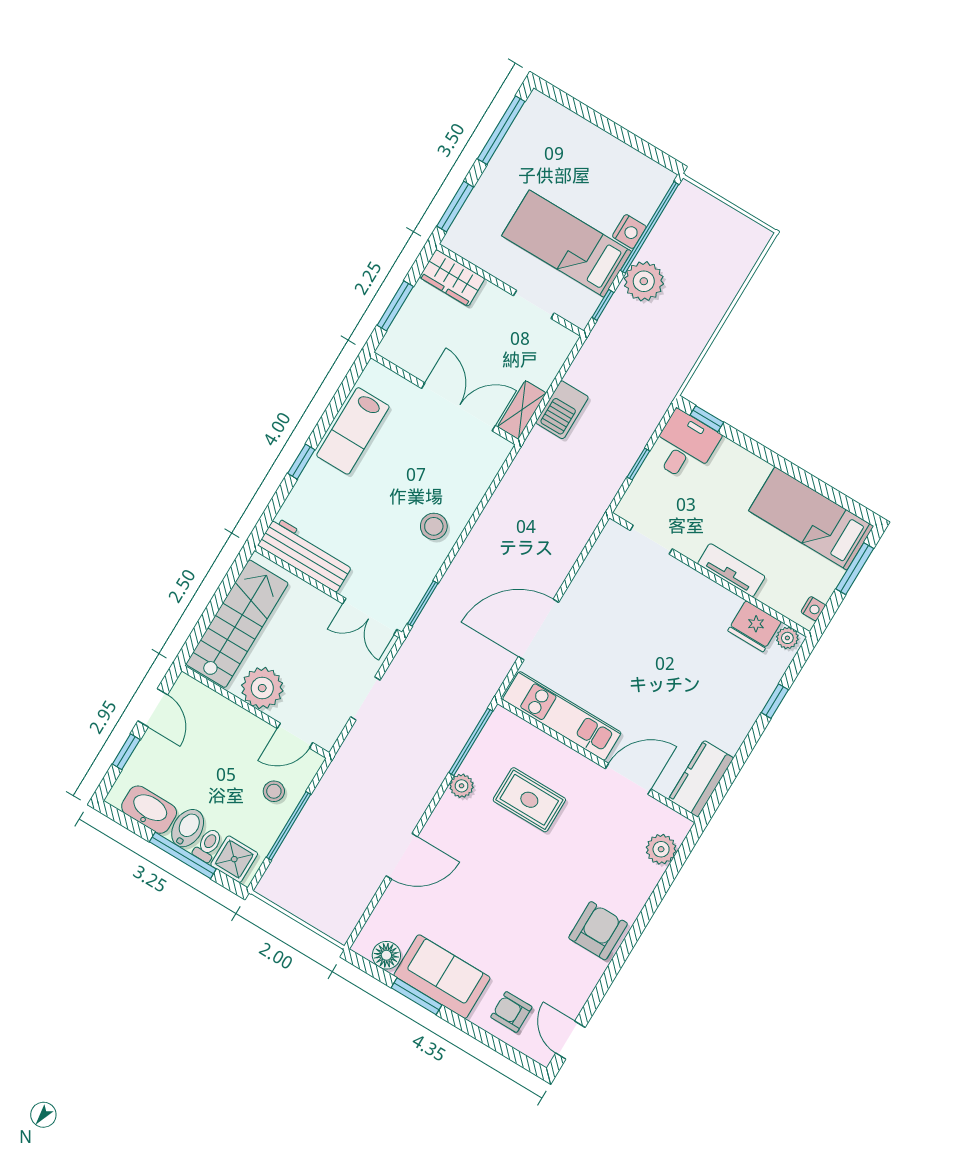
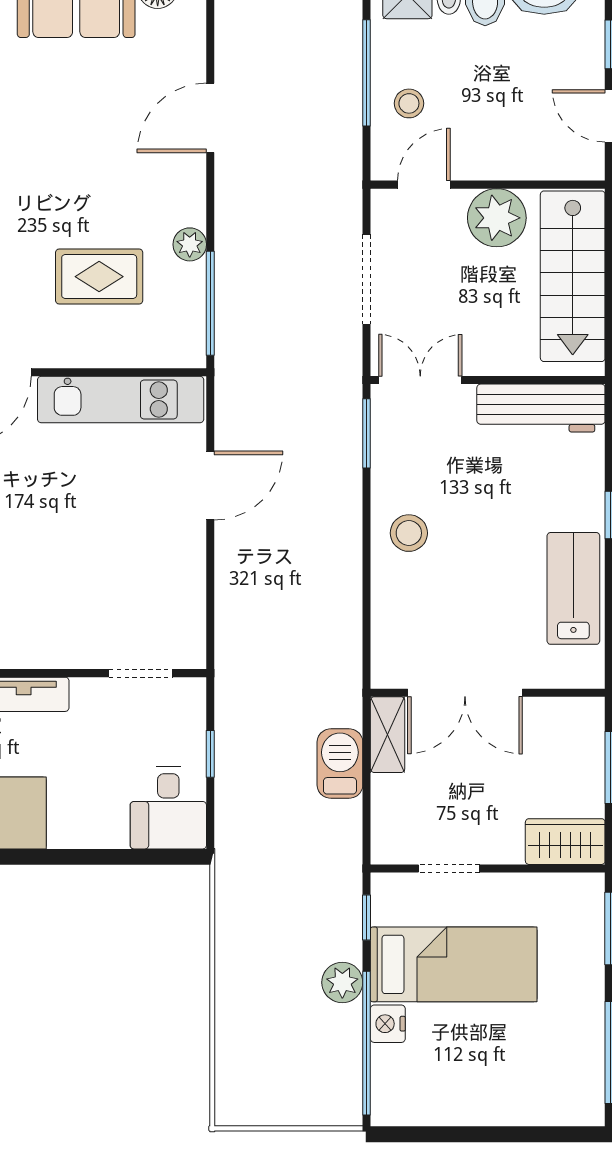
plant: (644, 281) -> (342, 982), width x0.73, depth x0.73
window: (707, 419) -> (161, 857), removed
door: (539, 630) -> (210, 486), width x0.73
doorway: (365, 699) -> (367, 279), width x1.38

